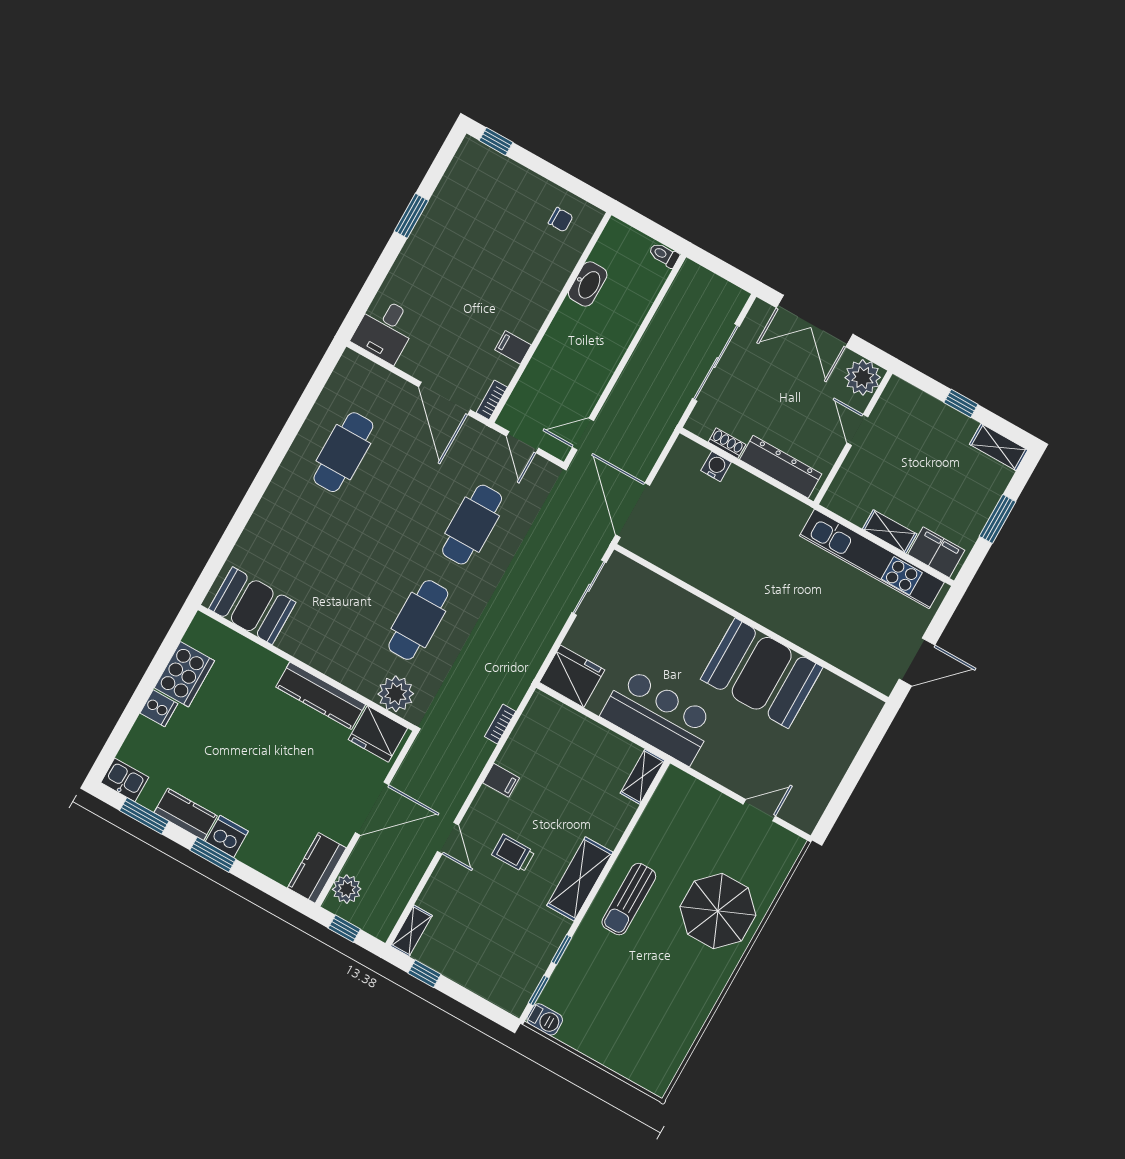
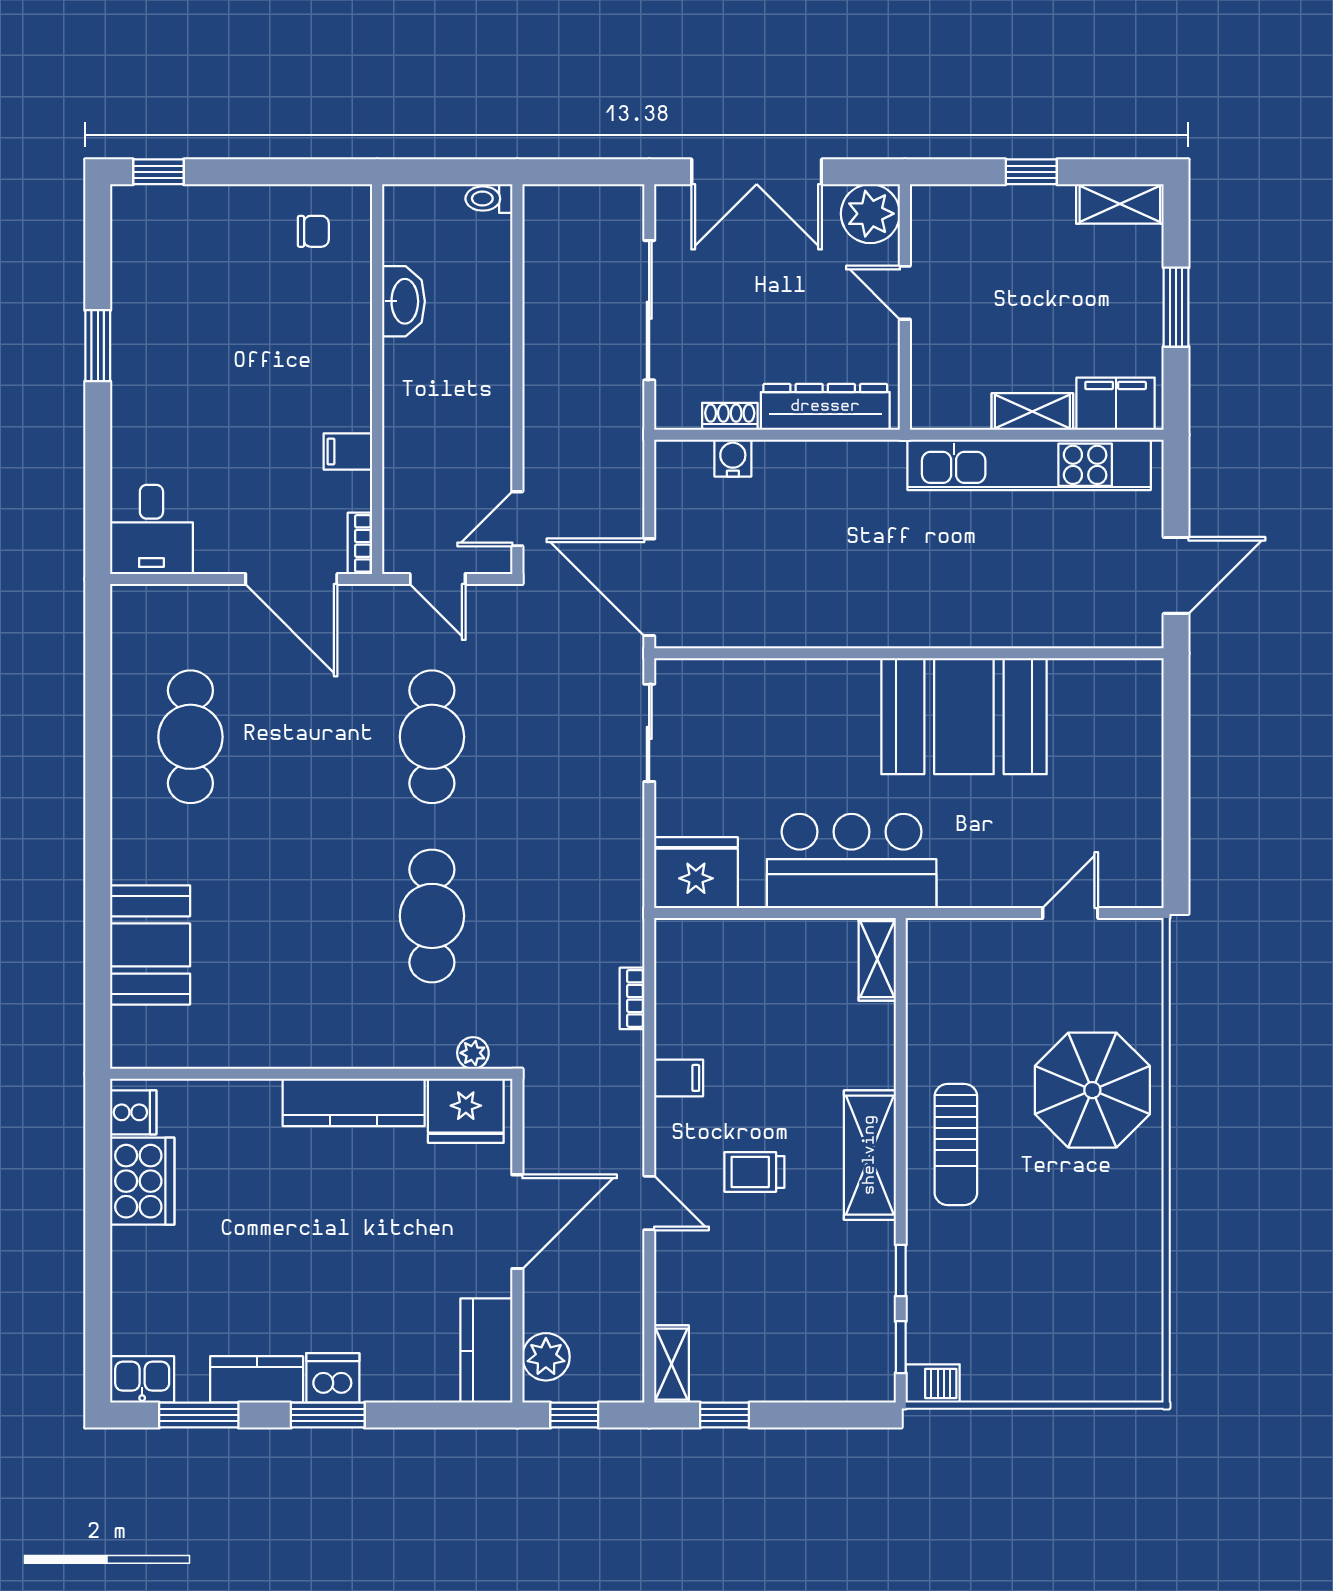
booth: (252, 606) -> (150, 945), moved, turned 90
plant: (396, 694) -> (473, 1053), width x0.53, depth x0.53
cooker: (159, 708) -> (133, 1112), moved

